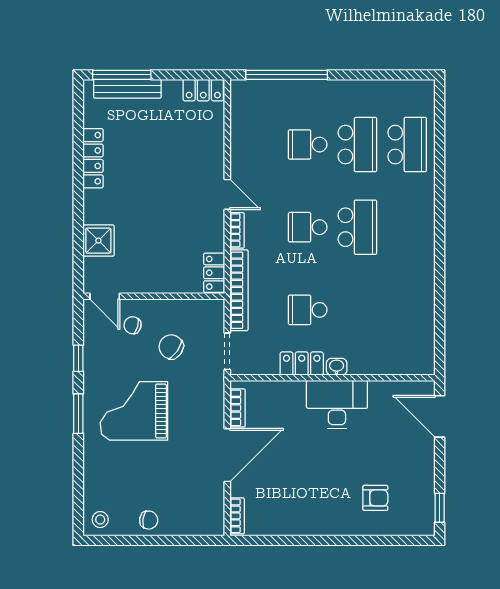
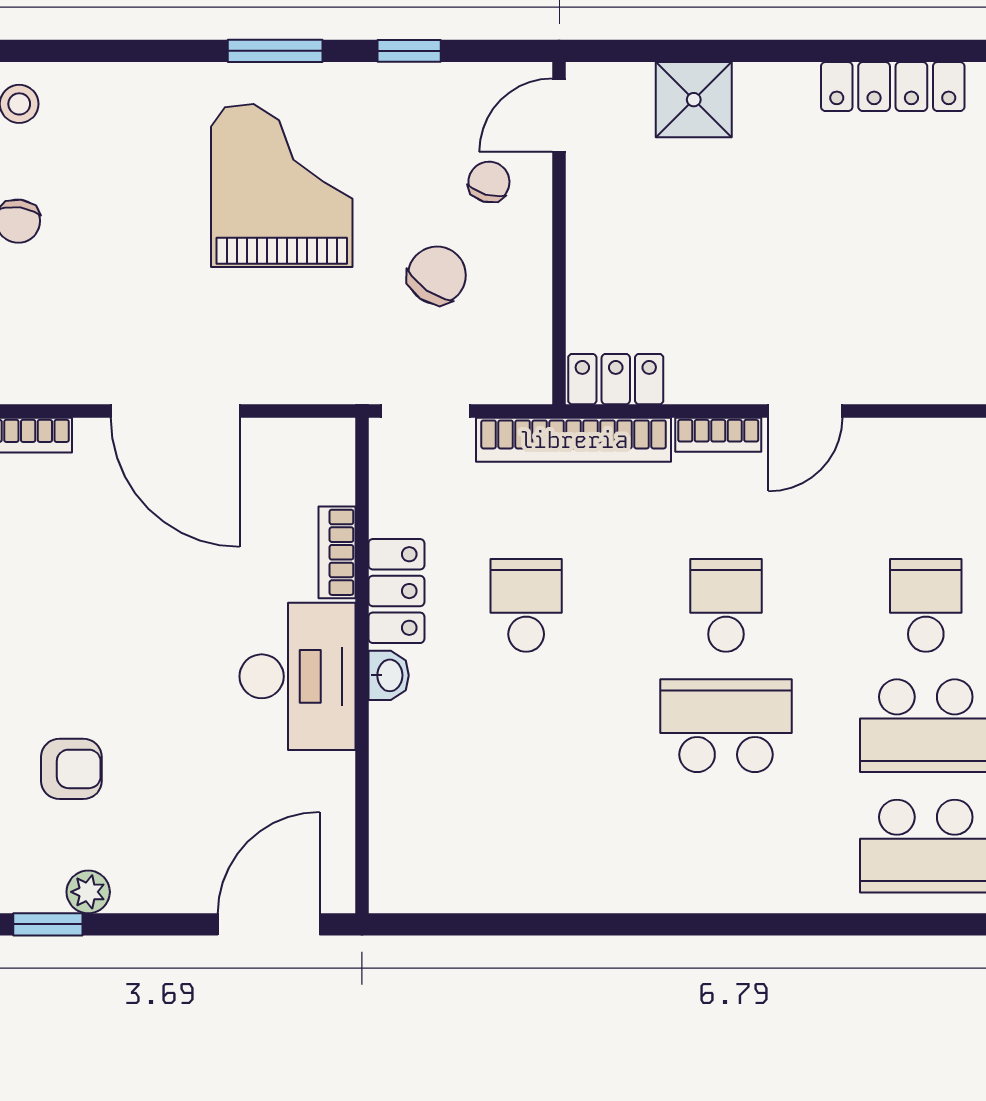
school desk: (357, 227) -> (726, 726), turned 180
bookcase: (238, 408) -> (337, 552), moved, turned 90
plant: (426, 491) -> (88, 892), added
armchair: (375, 498) -> (71, 769), turned -90

